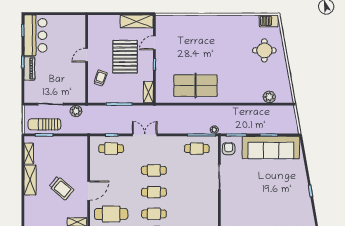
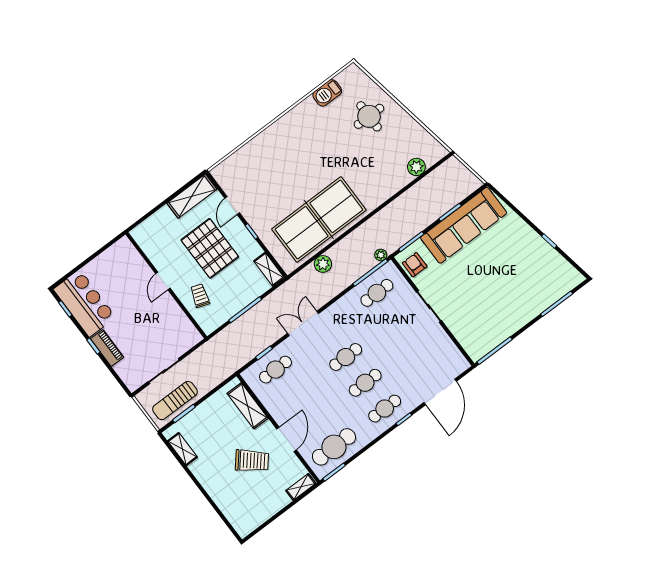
barbecue: (269, 21) -> (327, 93), moved
table tennis table: (195, 86) -> (319, 220), width x1.36, depth x1.32
plant: (76, 111) -> (323, 264), moved
shelving: (30, 180) -> (248, 406), moved

